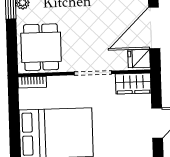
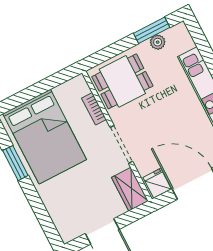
bookcase: (32, 82) -> (94, 109), moved

